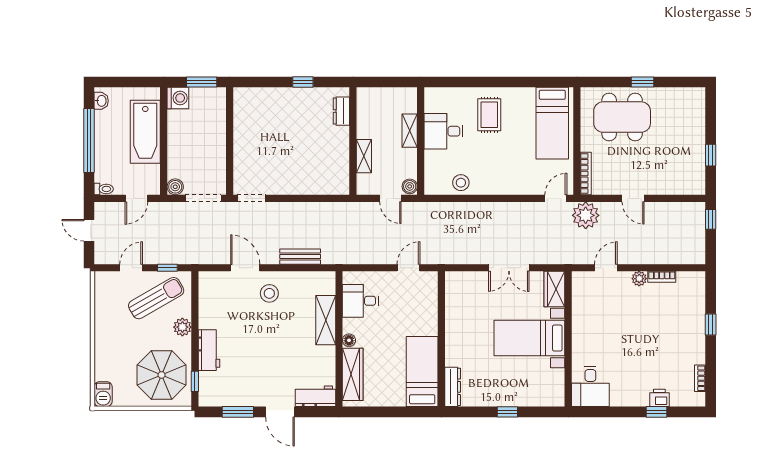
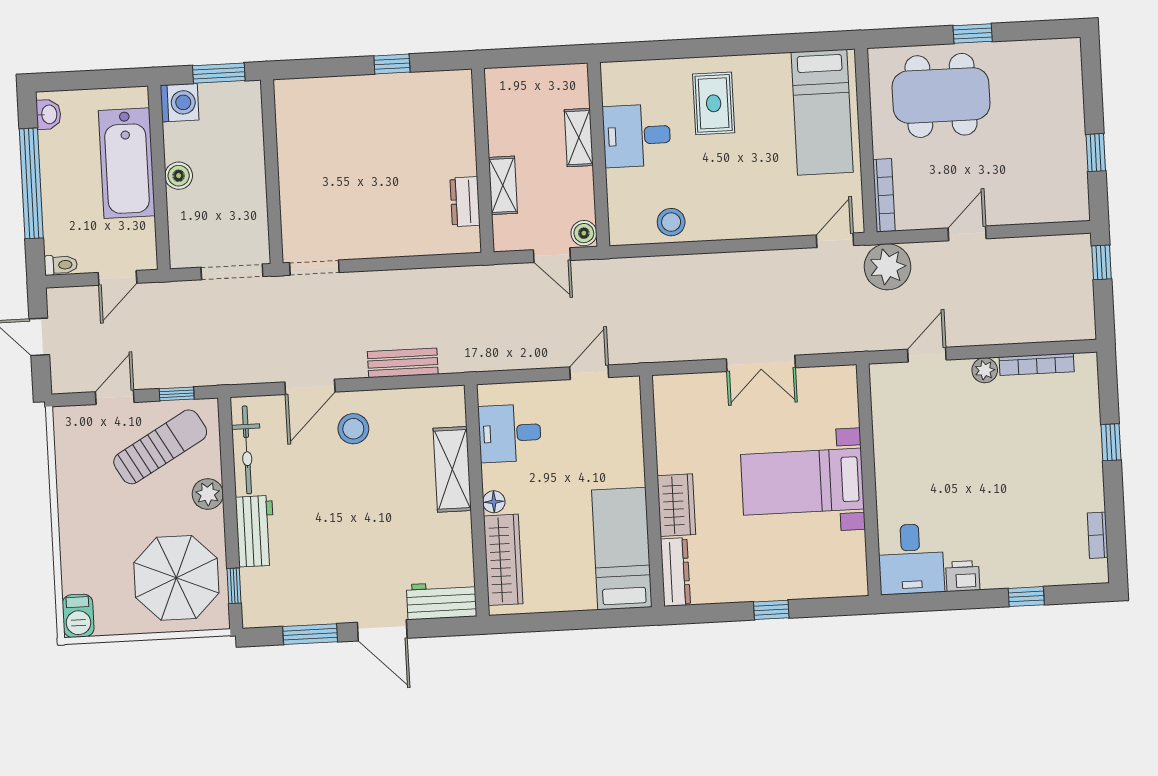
dresser: (341, 111) -> (465, 202), moved
boiler: (175, 187) -> (179, 176), moved
door: (633, 198) -> (967, 233), swing flipped
door: (245, 268) -> (310, 387), swing flipped
bookcase: (662, 277) -> (1037, 364), width x1.56
wardrobe: (554, 289) -> (676, 505), moved, turned 180
bicycle: (207, 303) -> (247, 450), added
printer: (659, 398) -> (963, 576), moved

